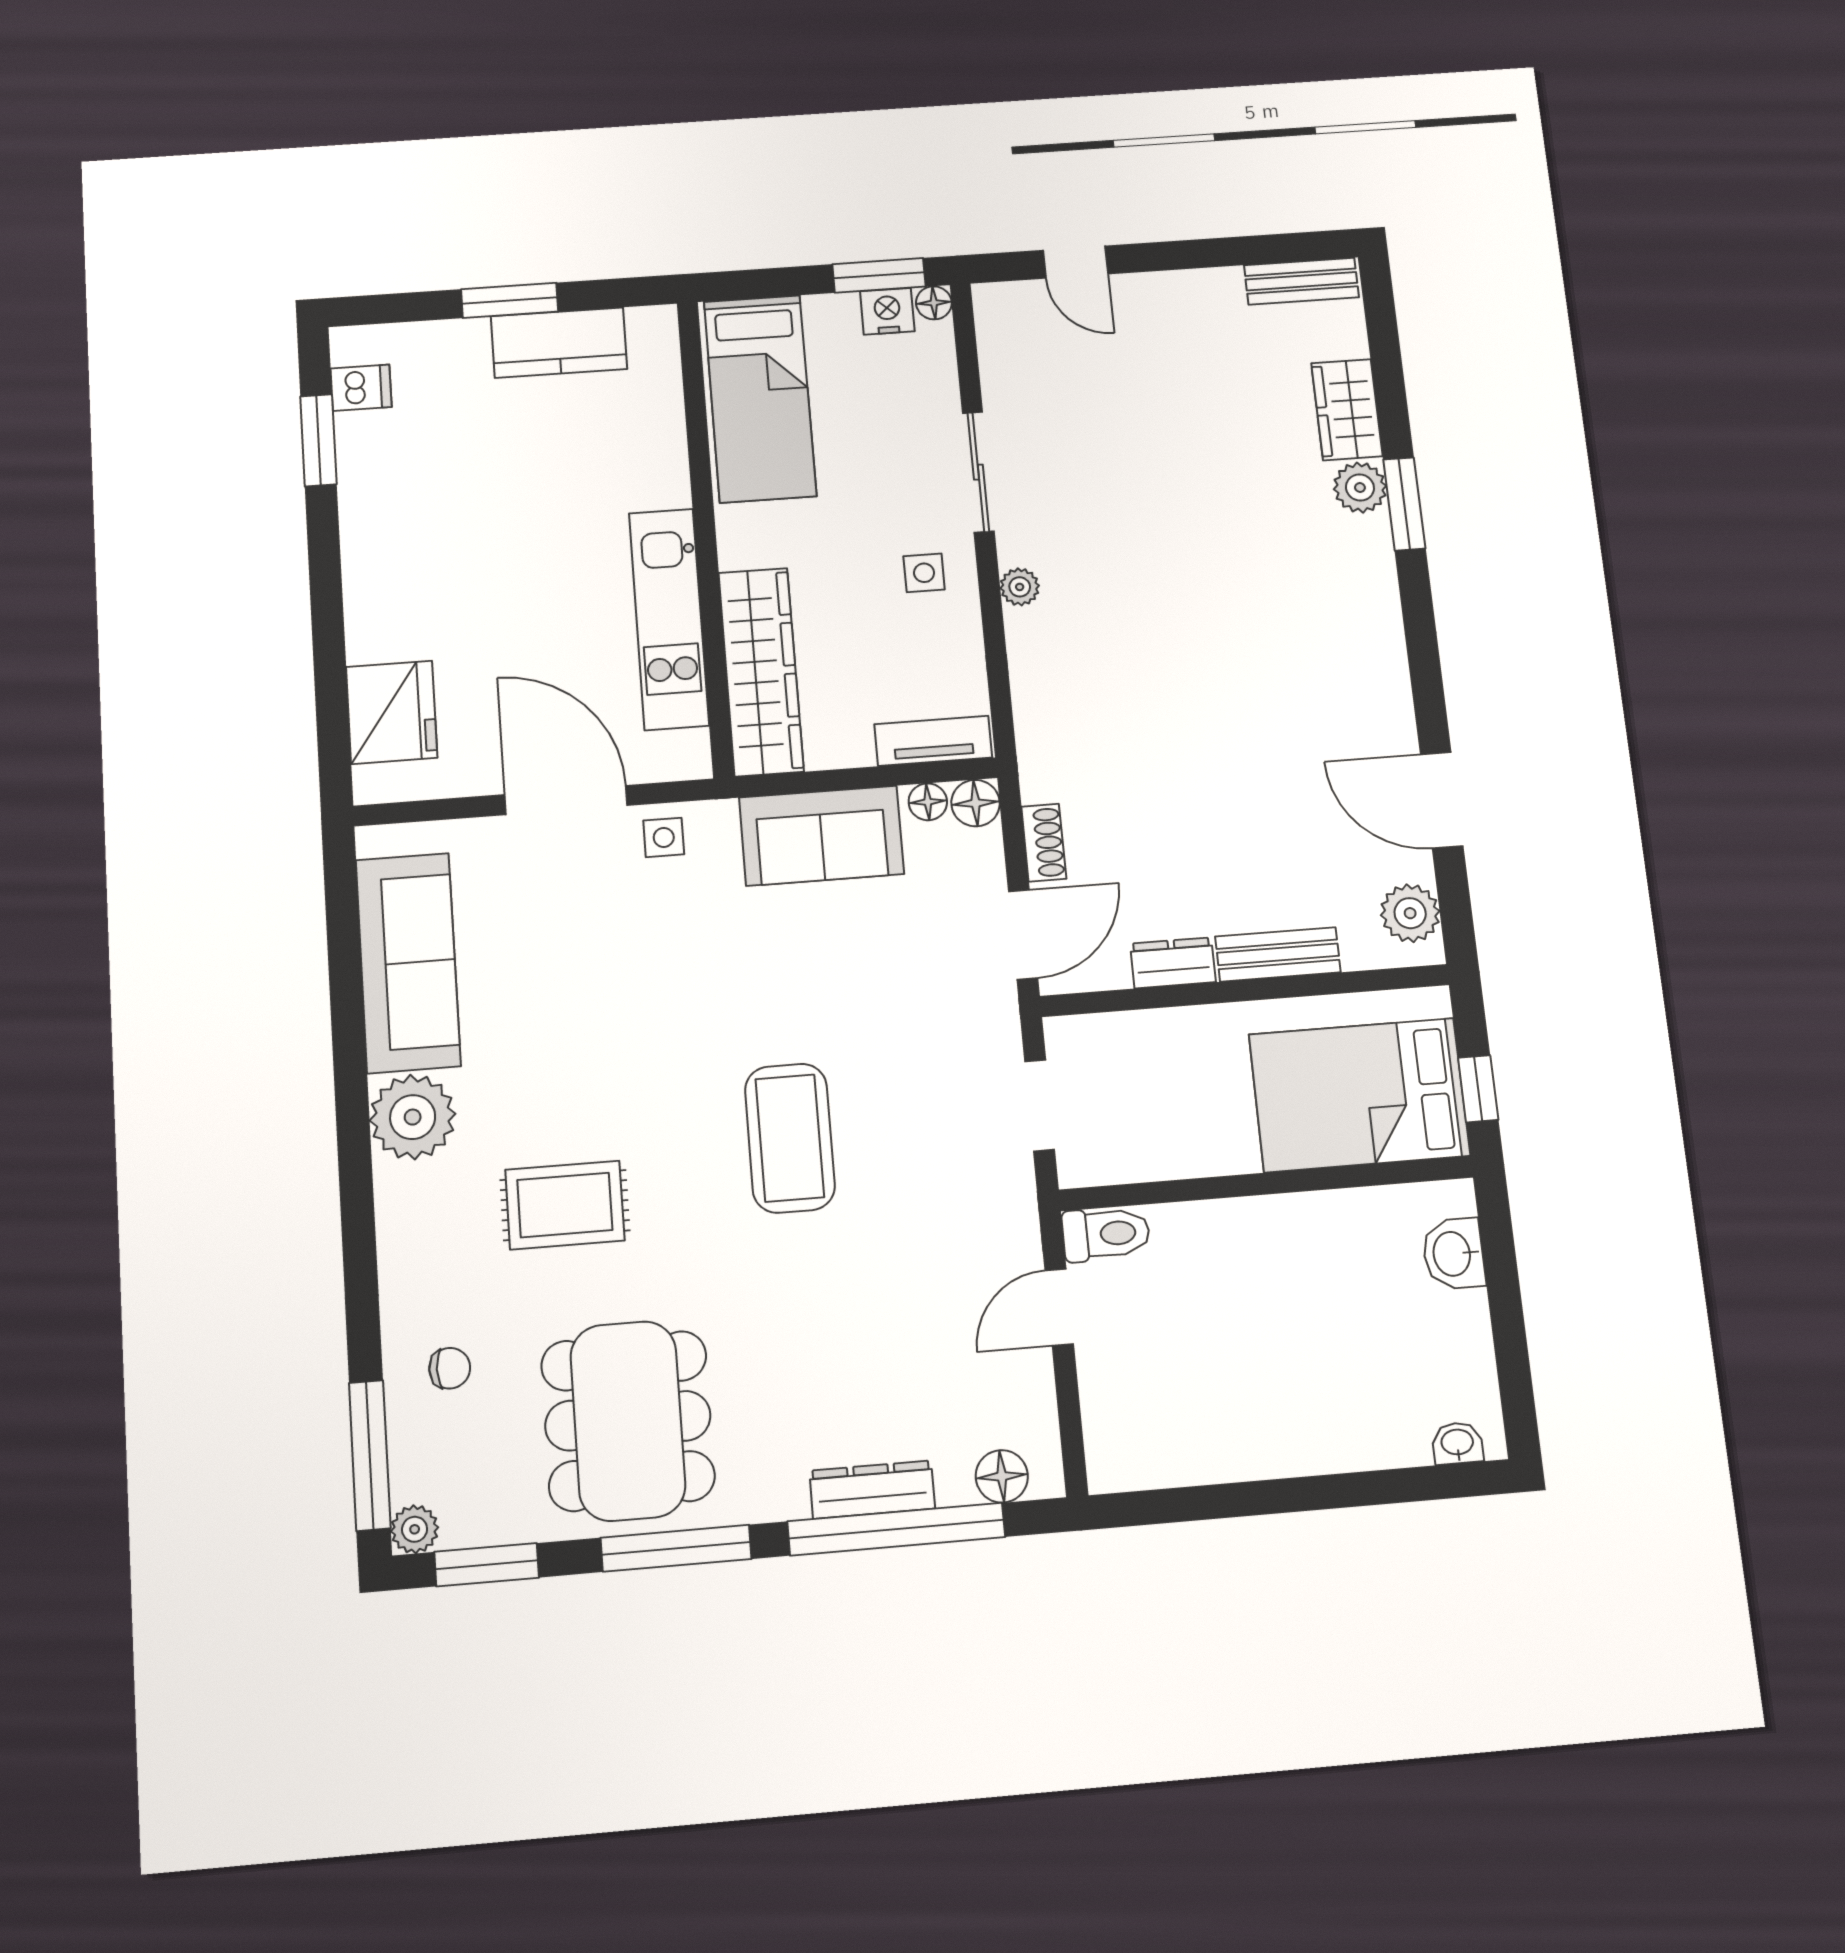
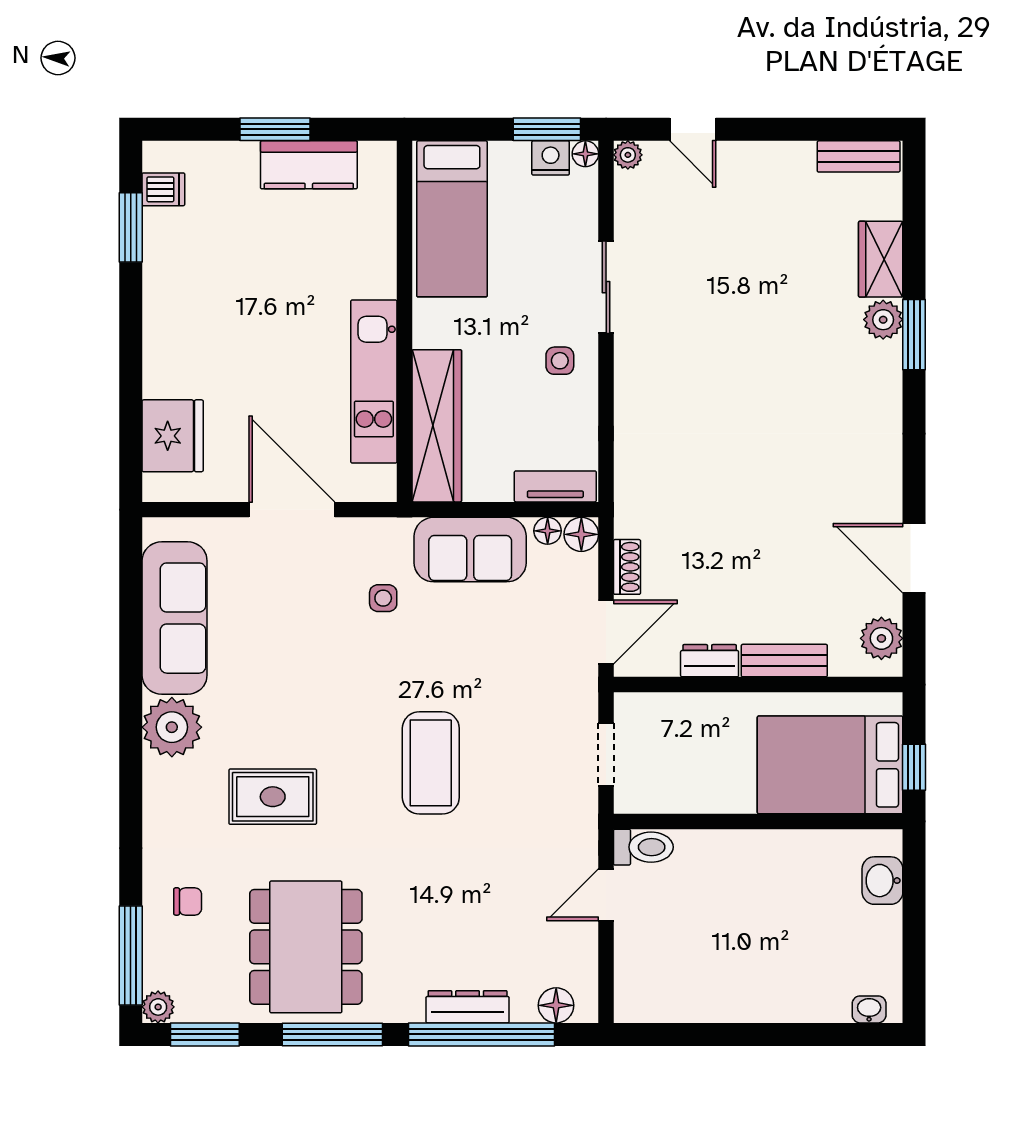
plant: (1020, 587) -> (628, 155), moved
side table: (664, 837) -> (383, 598), moved

